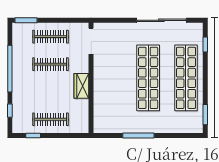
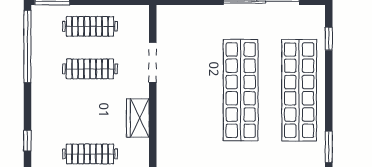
doorway: (91, 41) -> (153, 62), moved
window: (10, 69) -> (27, 46), moved
wardrobe: (81, 86) -> (138, 118), moved

